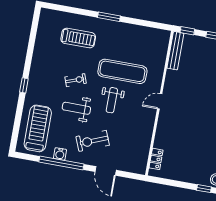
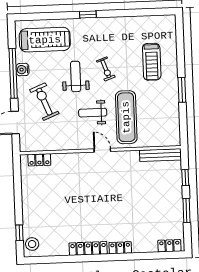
bench: (175, 51) -> (160, 155), moved
door: (160, 101) -> (102, 150), moved
wall: (159, 103) -> (100, 150), moved
locker: (156, 159) -> (39, 160), moved

